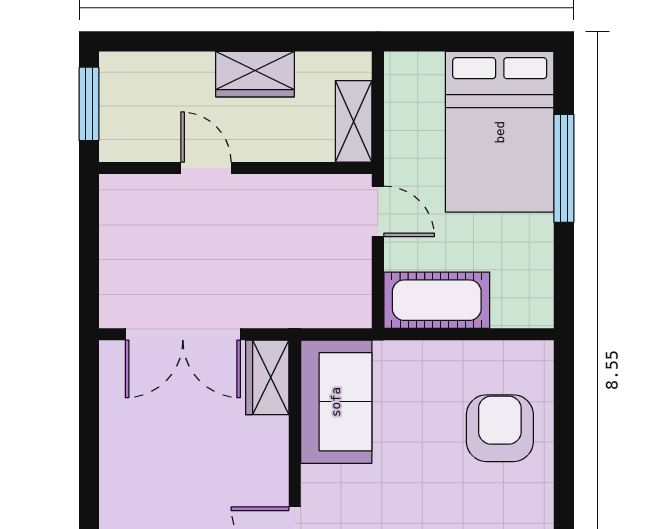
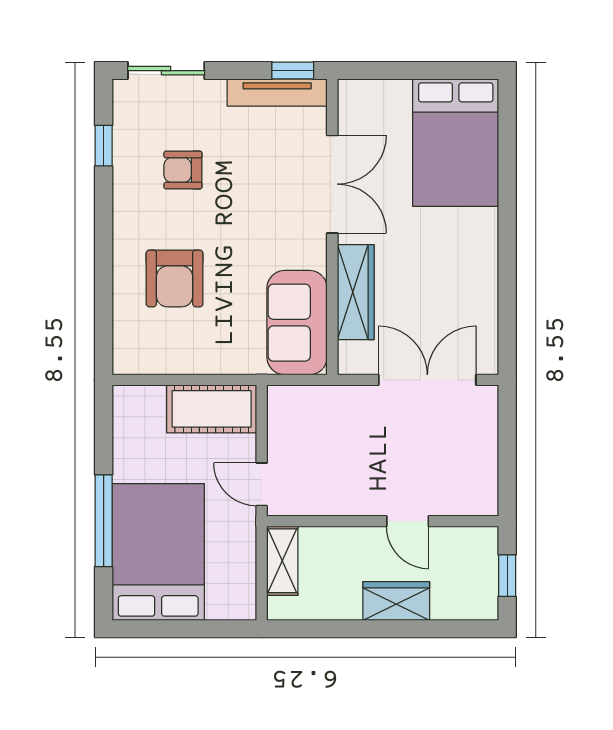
wardrobe: (255, 74) -> (396, 601), moved
window: (89, 104) -> (507, 576), width x0.67
wardrobe: (267, 377) -> (356, 292), moved, width x1.50
armchair: (500, 428) -> (175, 278), moved

